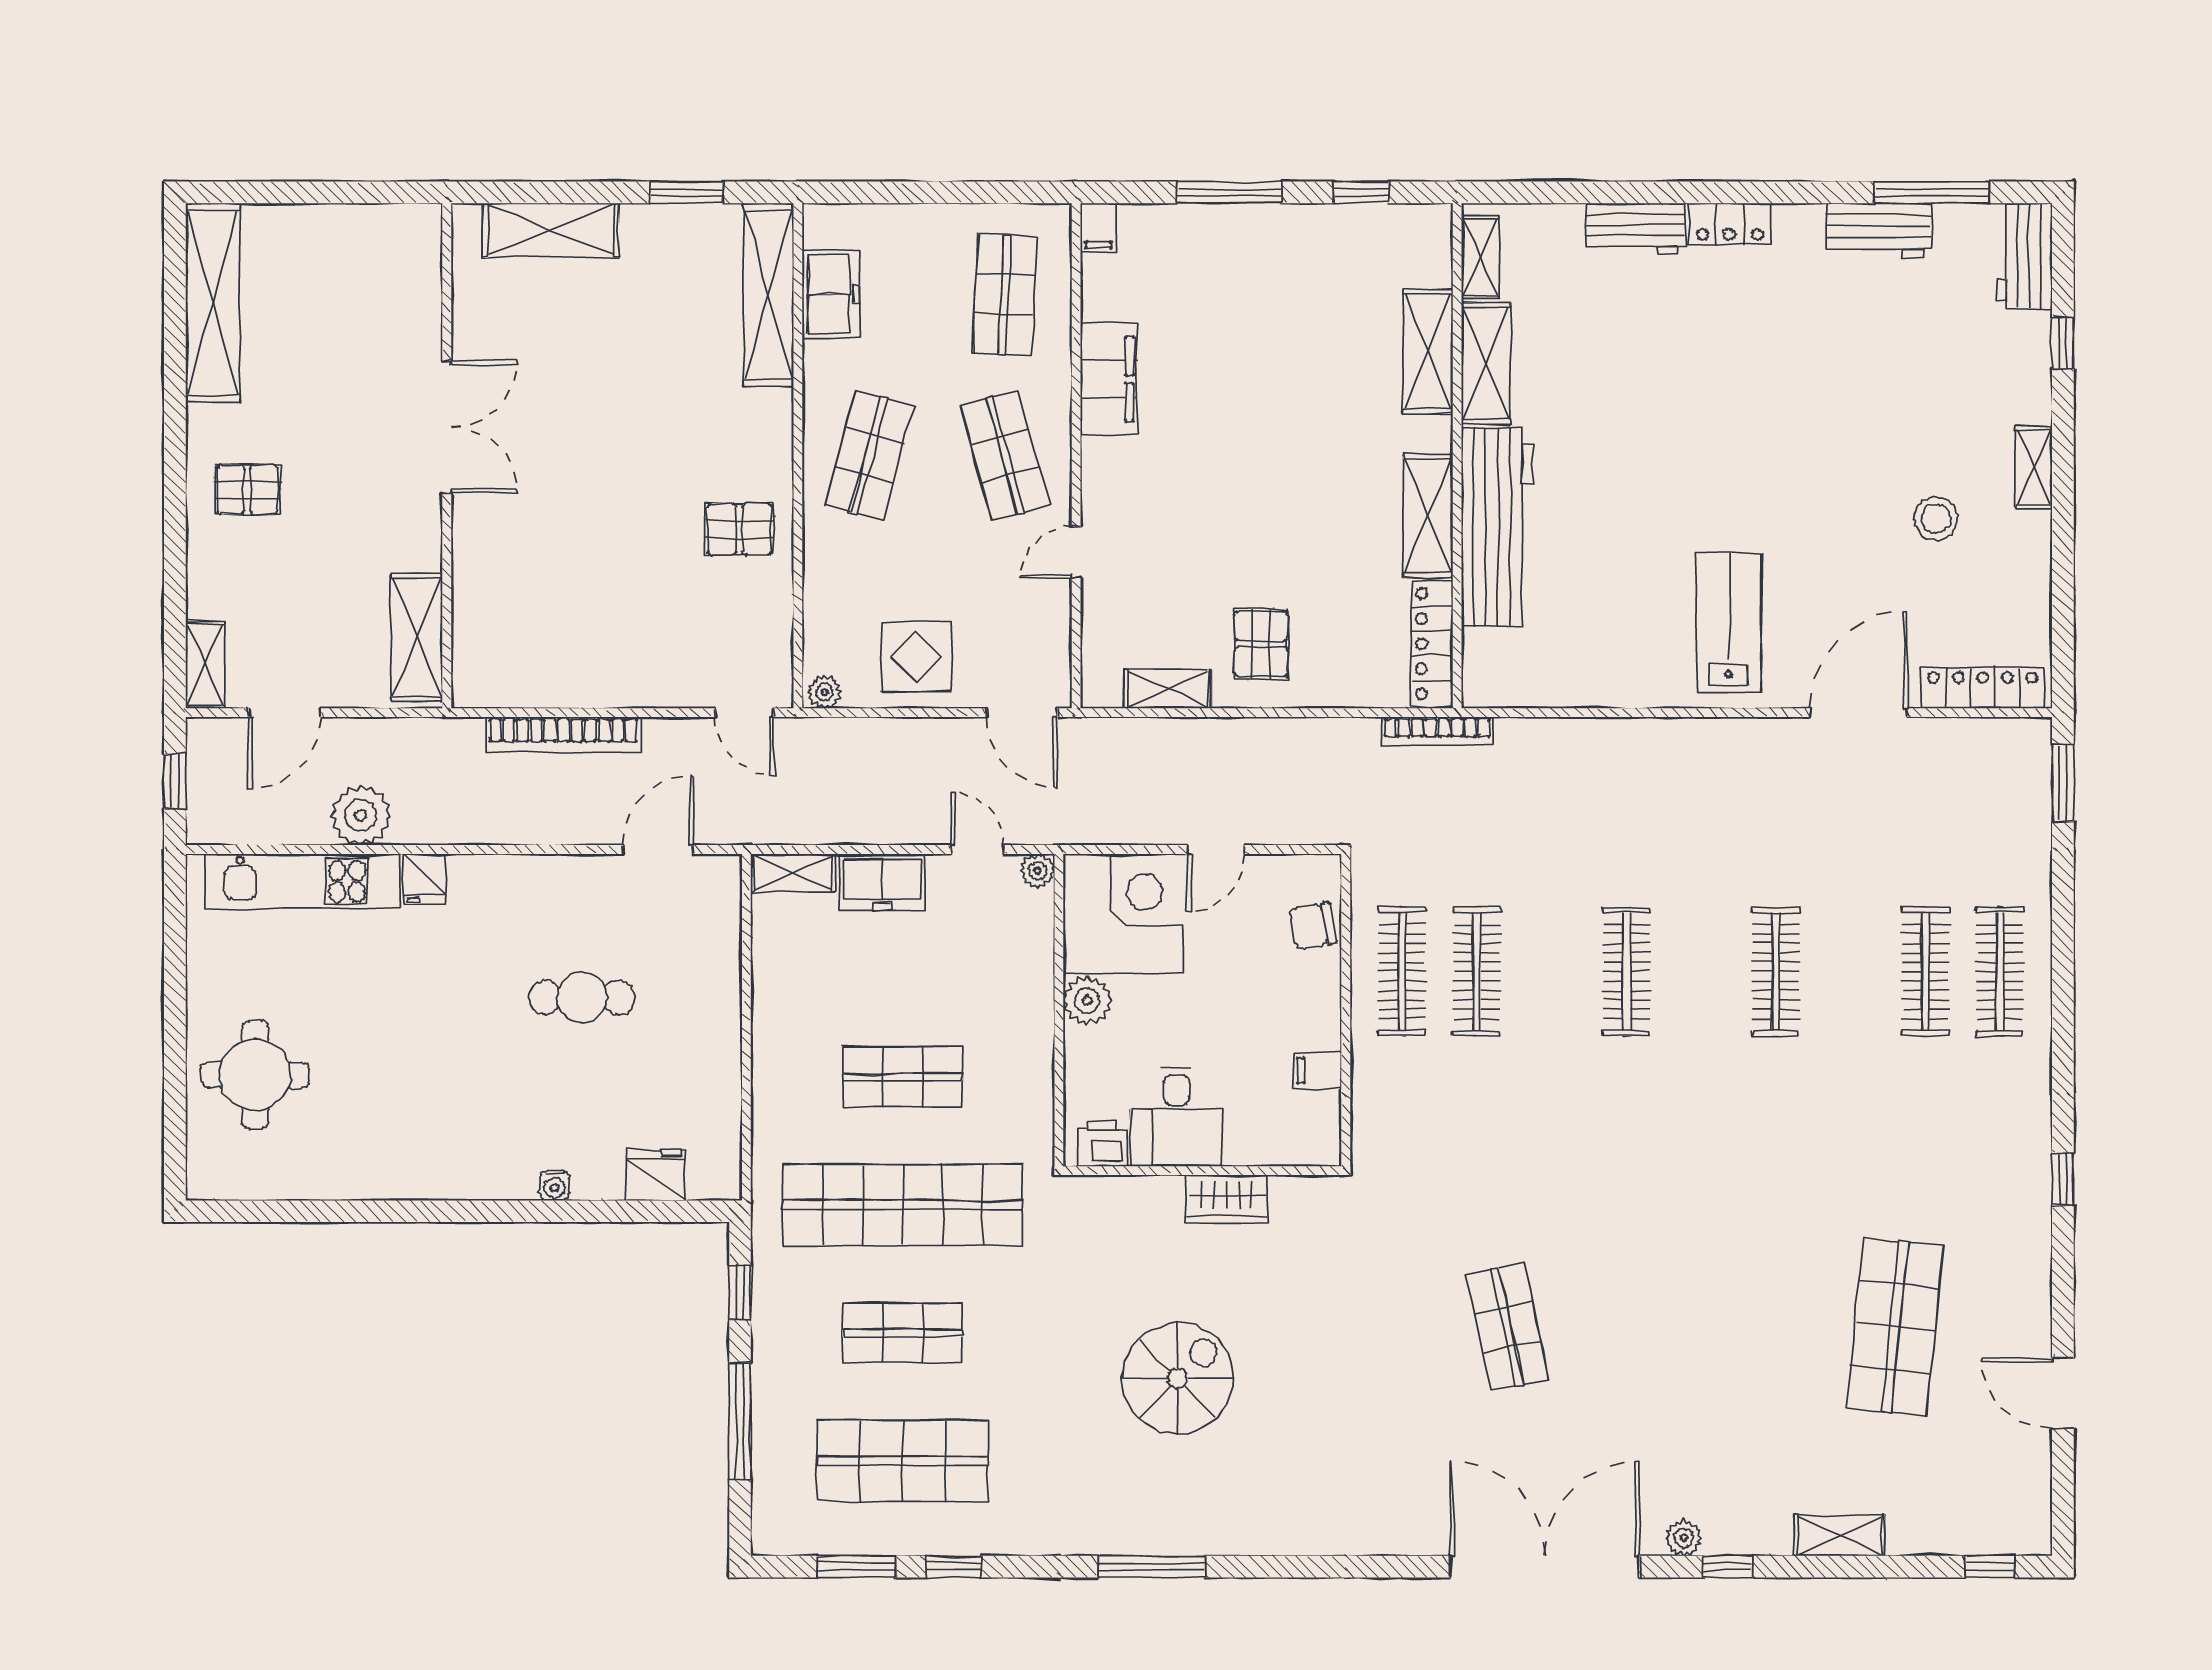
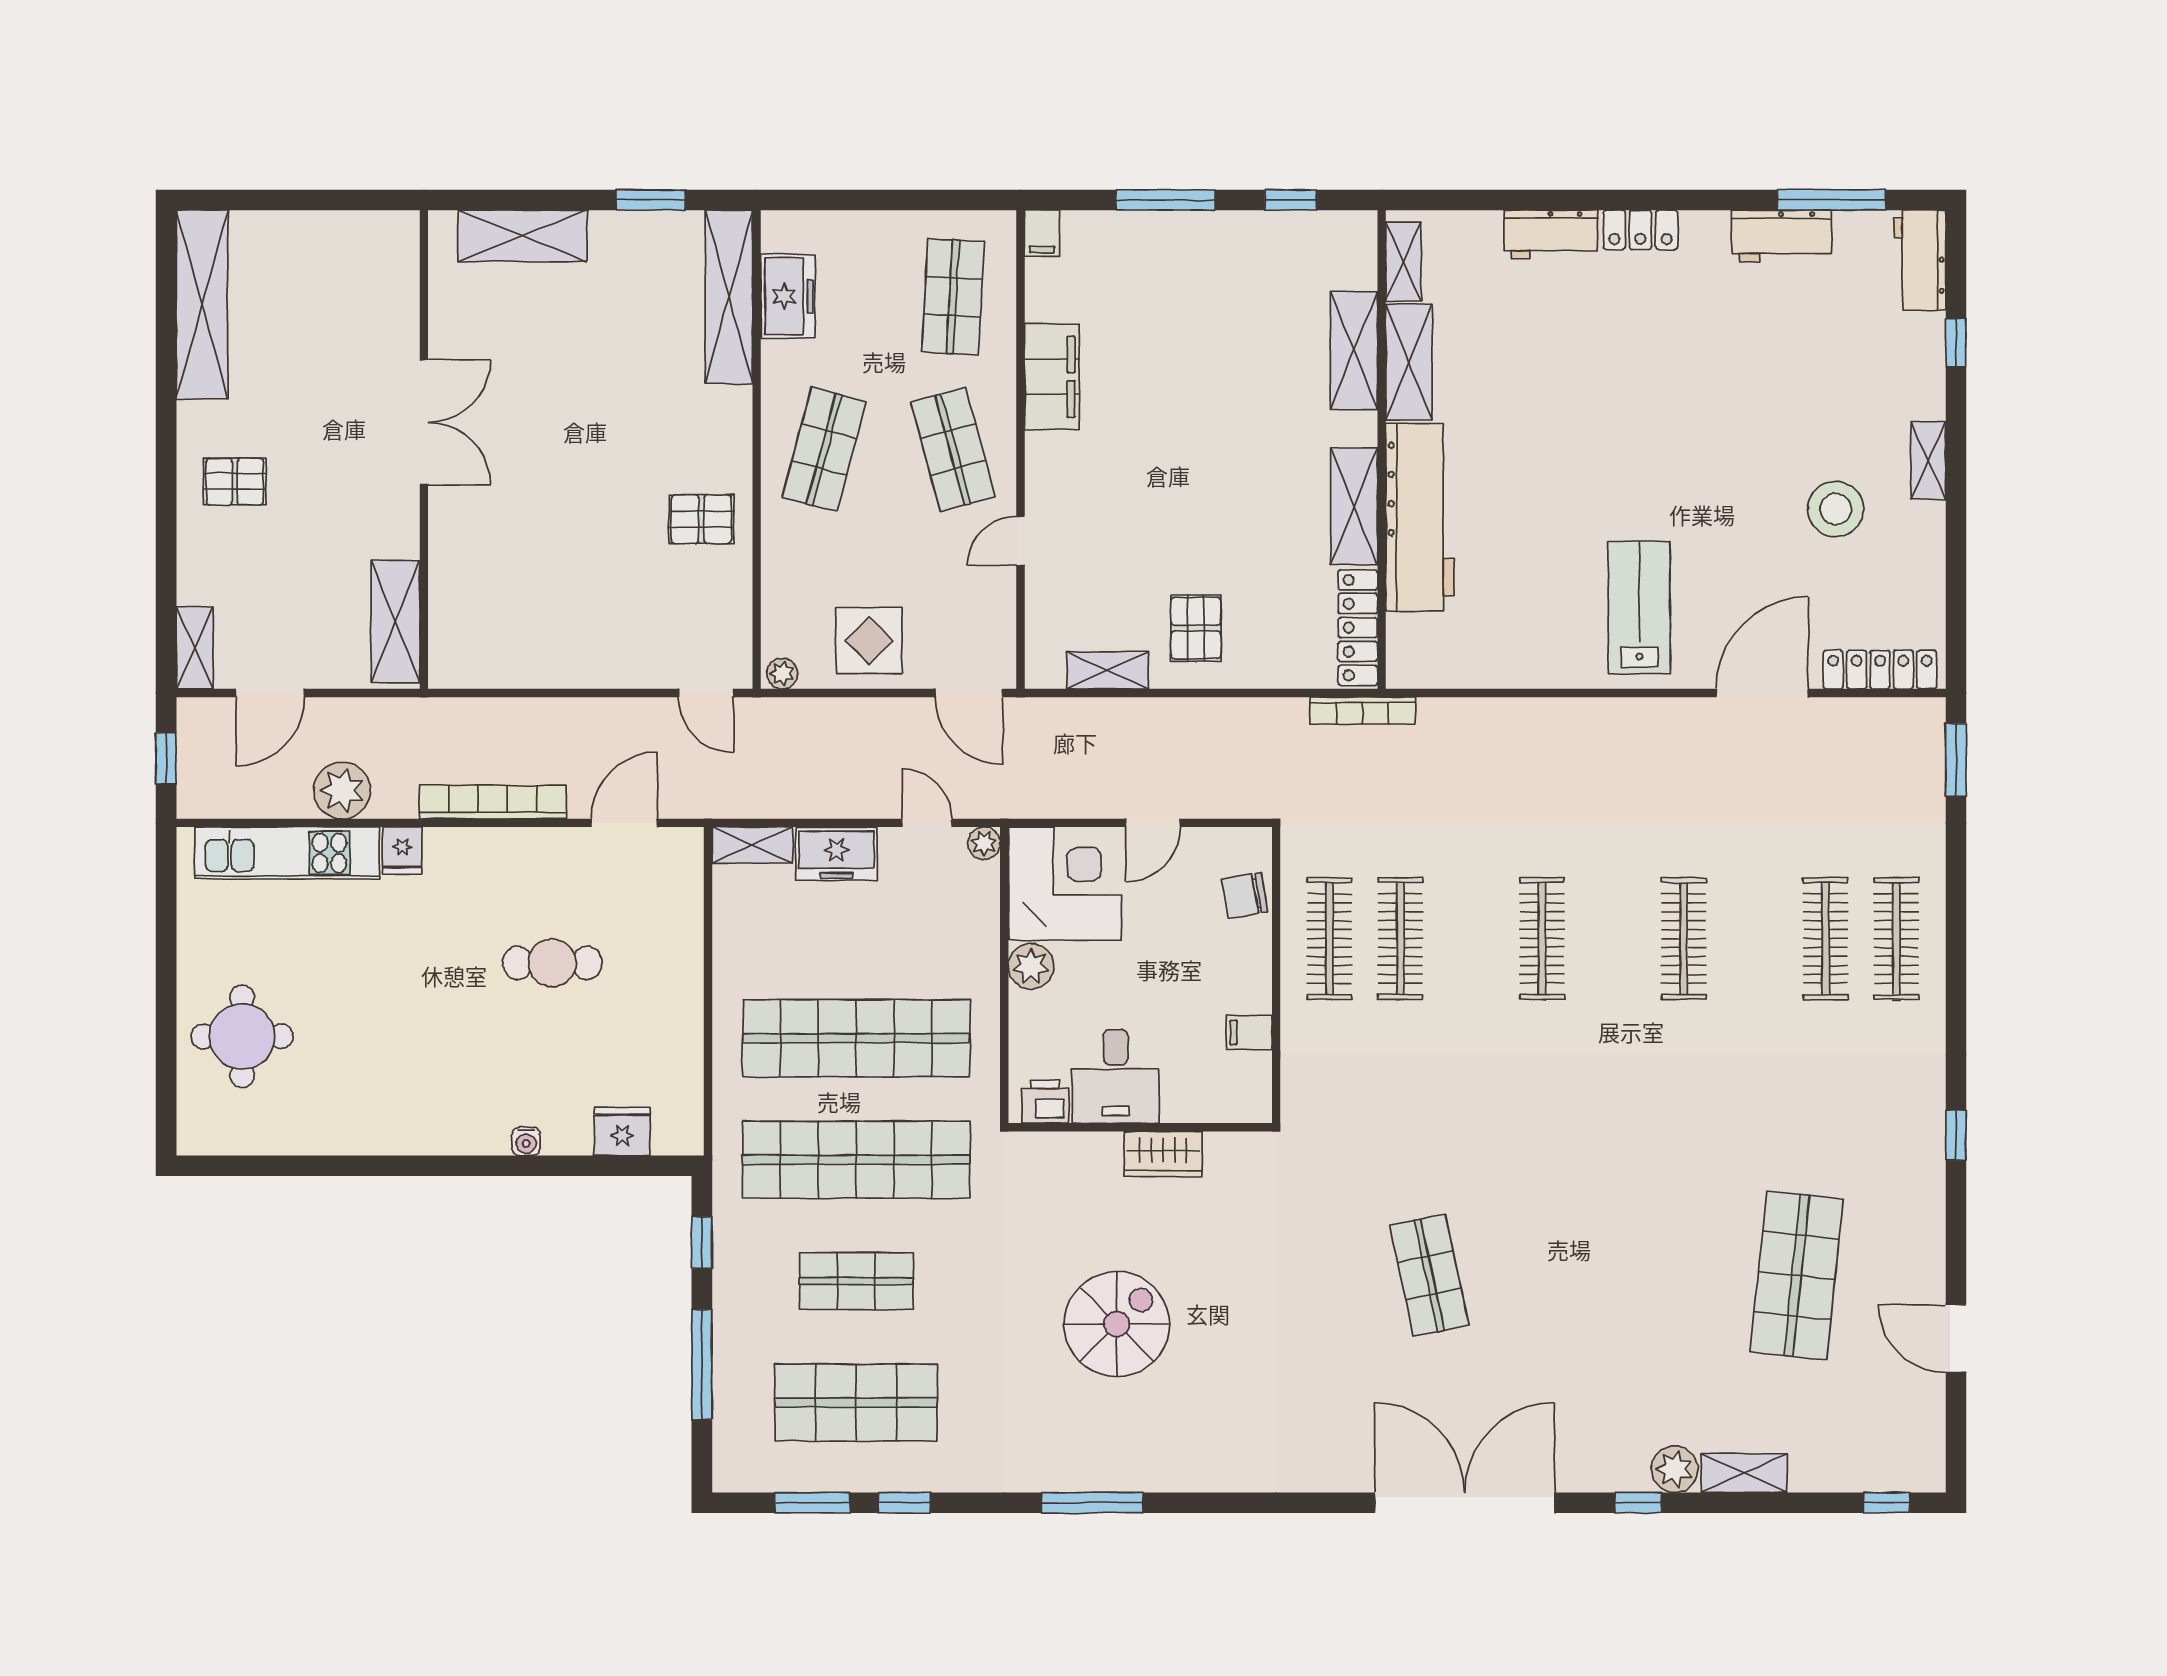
stool: (1936, 518) -> (1836, 509), width x1.38, depth x1.38
bookcase: (563, 734) -> (493, 802), moved, turned 180
shop shelf: (903, 1077) -> (856, 1038), width x2.00, depth x1.36
plant: (1684, 1538) -> (1675, 1469), moved, width x1.38, depth x1.38

